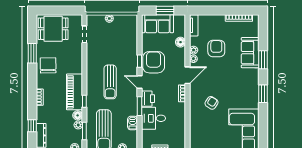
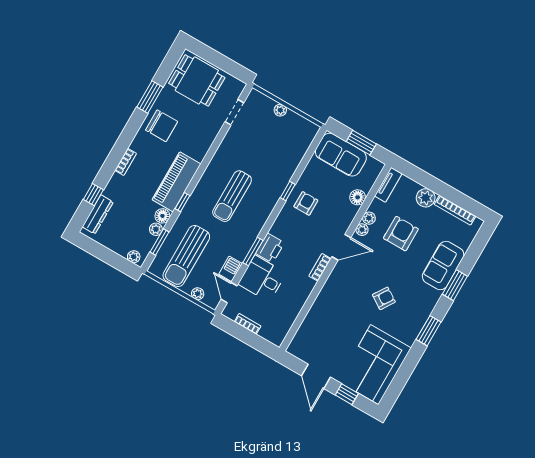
plant: (219, 21) -> (426, 198), added
armchair: (154, 62) -> (306, 203), width x0.53, depth x0.53
chair: (48, 65) -> (162, 126), turned 91
door: (139, 82) -> (229, 293), moved
armchair: (211, 103) -> (384, 298), moved

